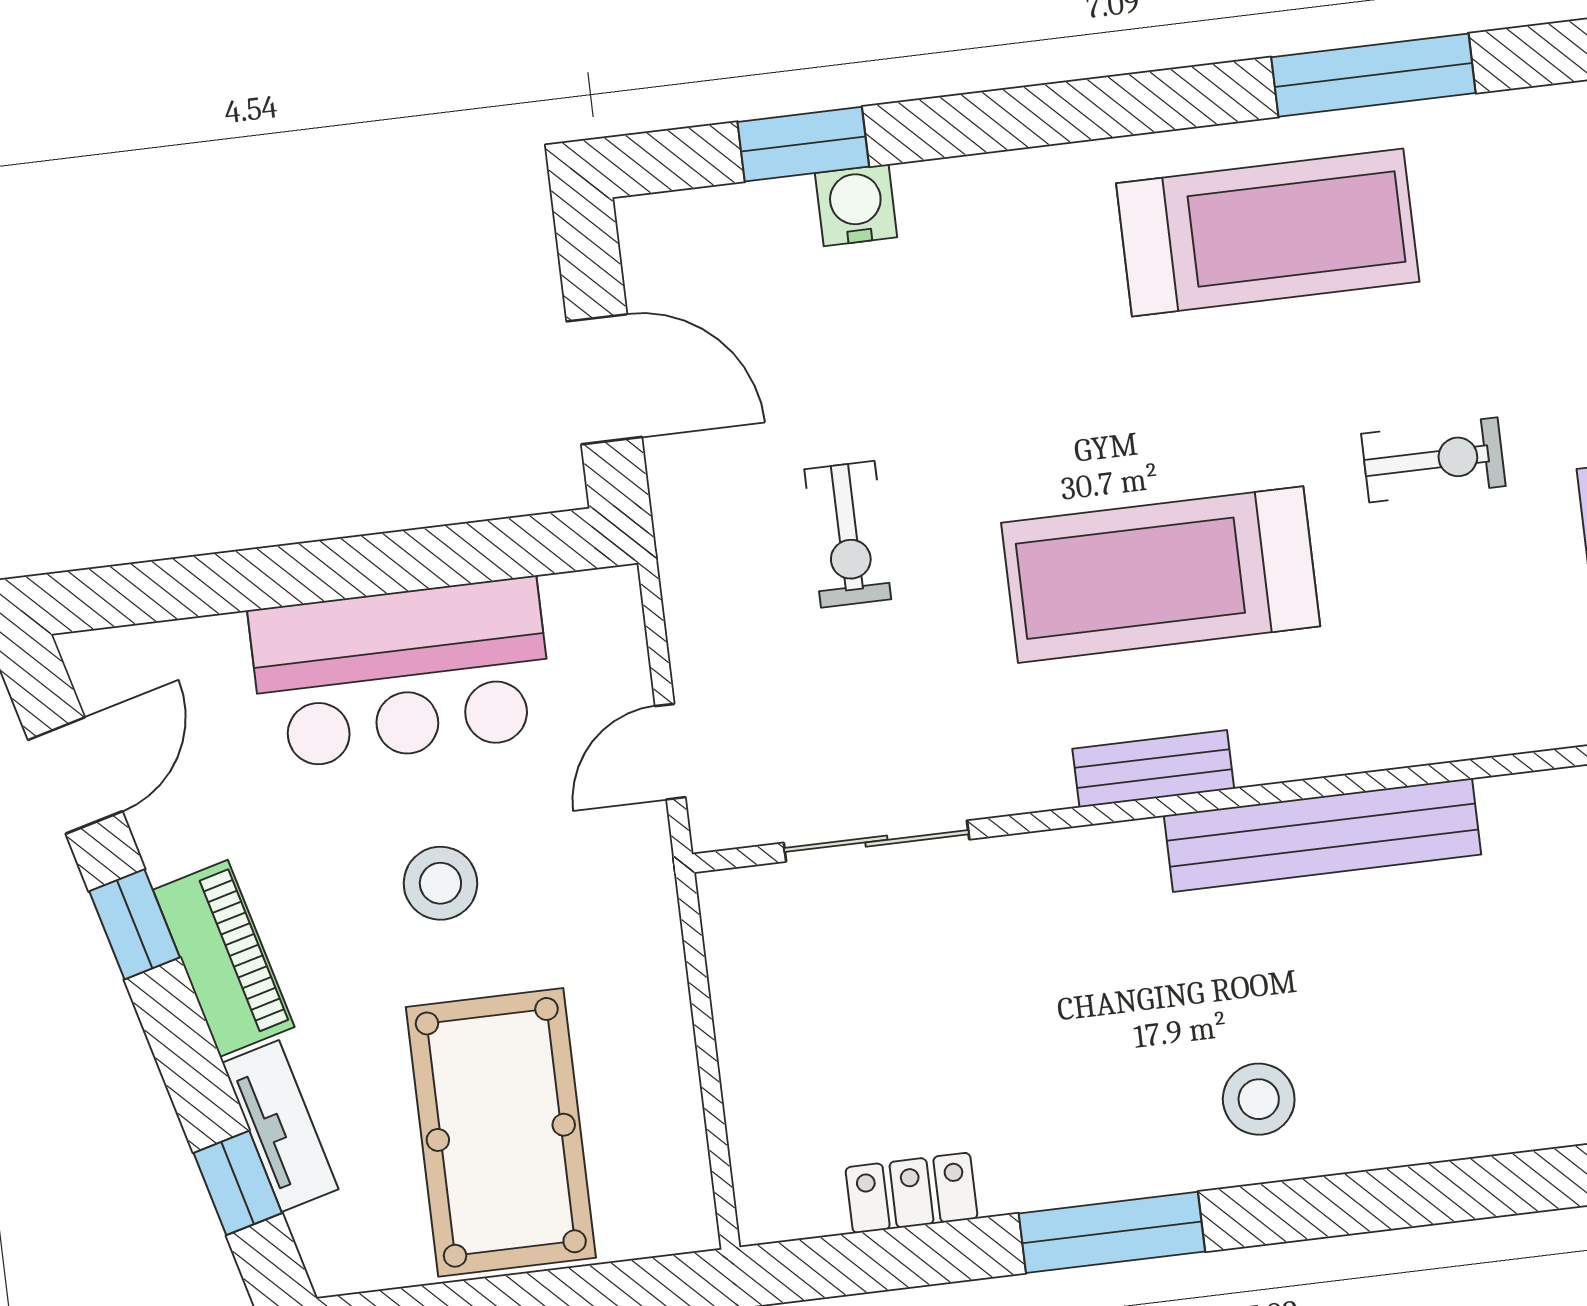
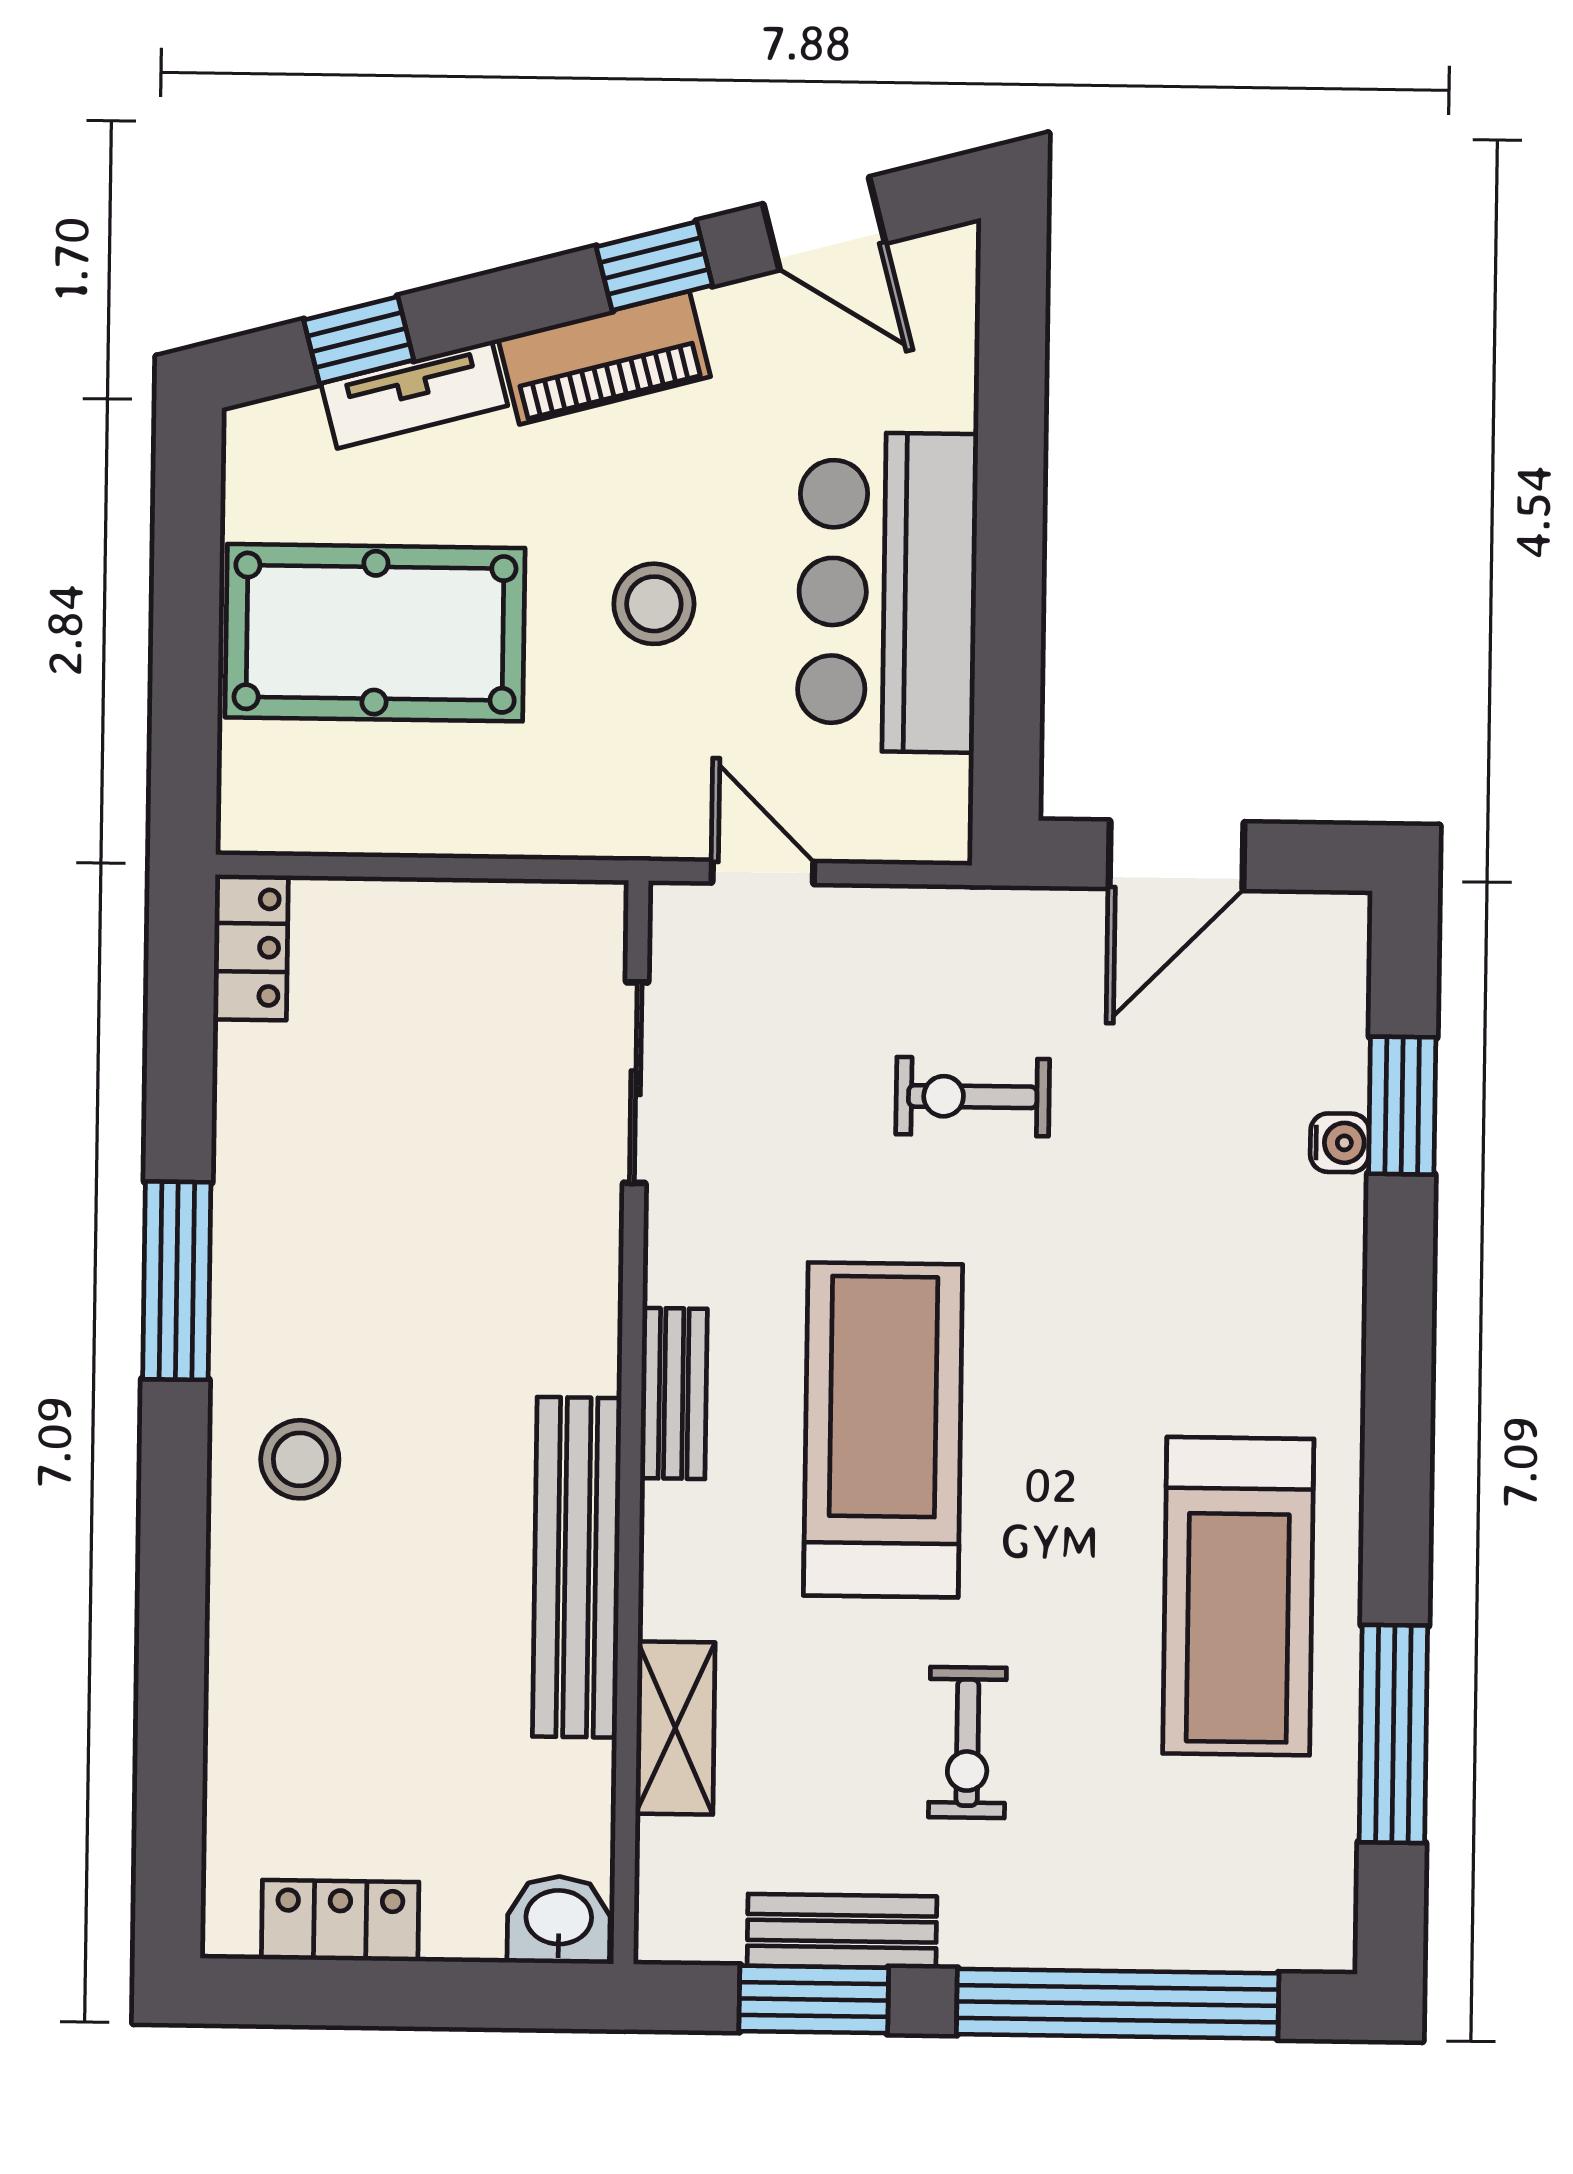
water cooler: (856, 205) -> (1340, 1143), width x0.72, depth x0.72
shelving: (1456, 726) -> (675, 1728), added
locker: (911, 1193) -> (251, 947), moved

